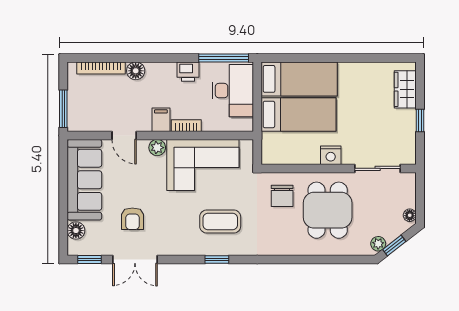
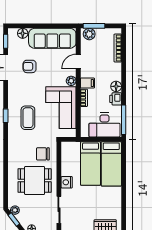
floor lamp: (136, 71) -> (116, 86), moved
plant: (77, 117) -> (89, 34), added

